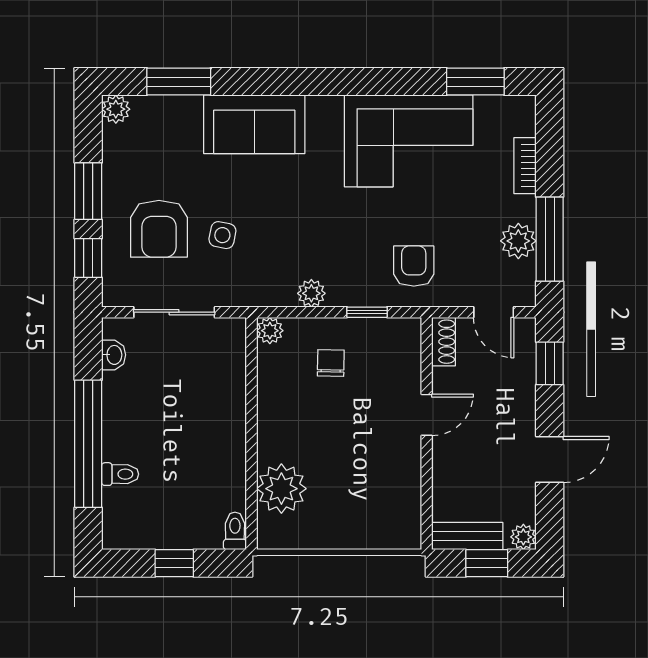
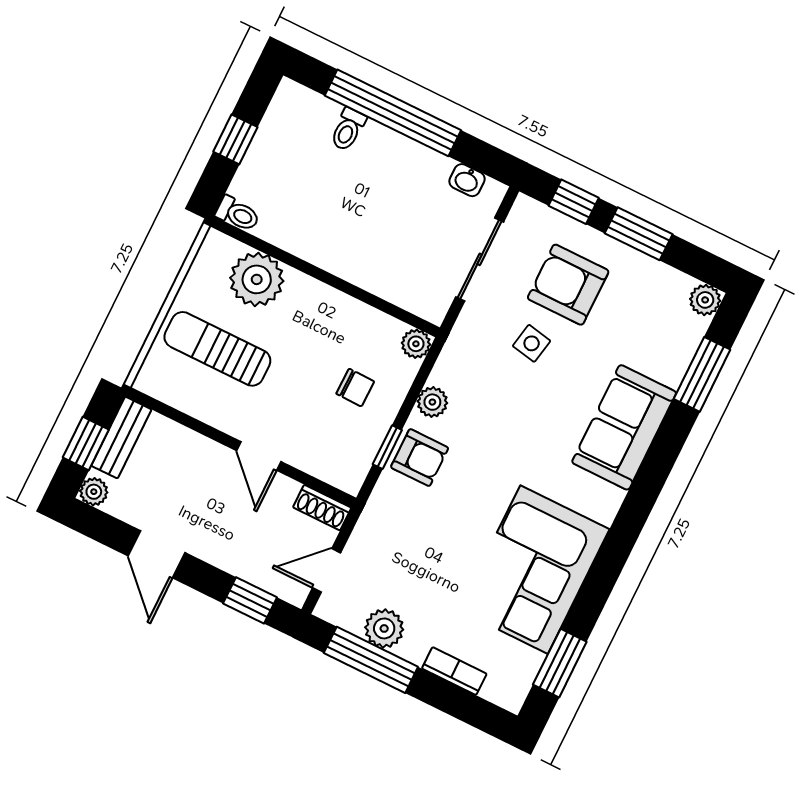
armchair: (414, 266) -> (420, 458), moved
sun lounger: (355, 493) -> (217, 349), added

